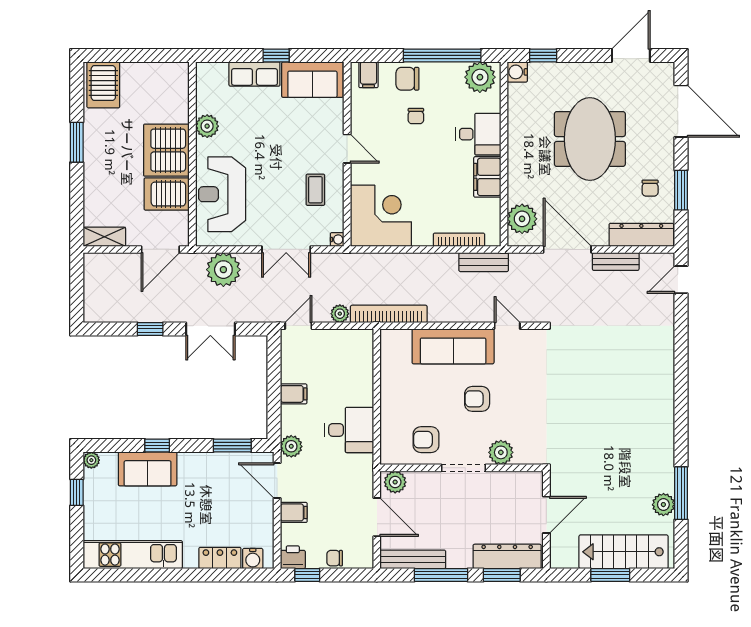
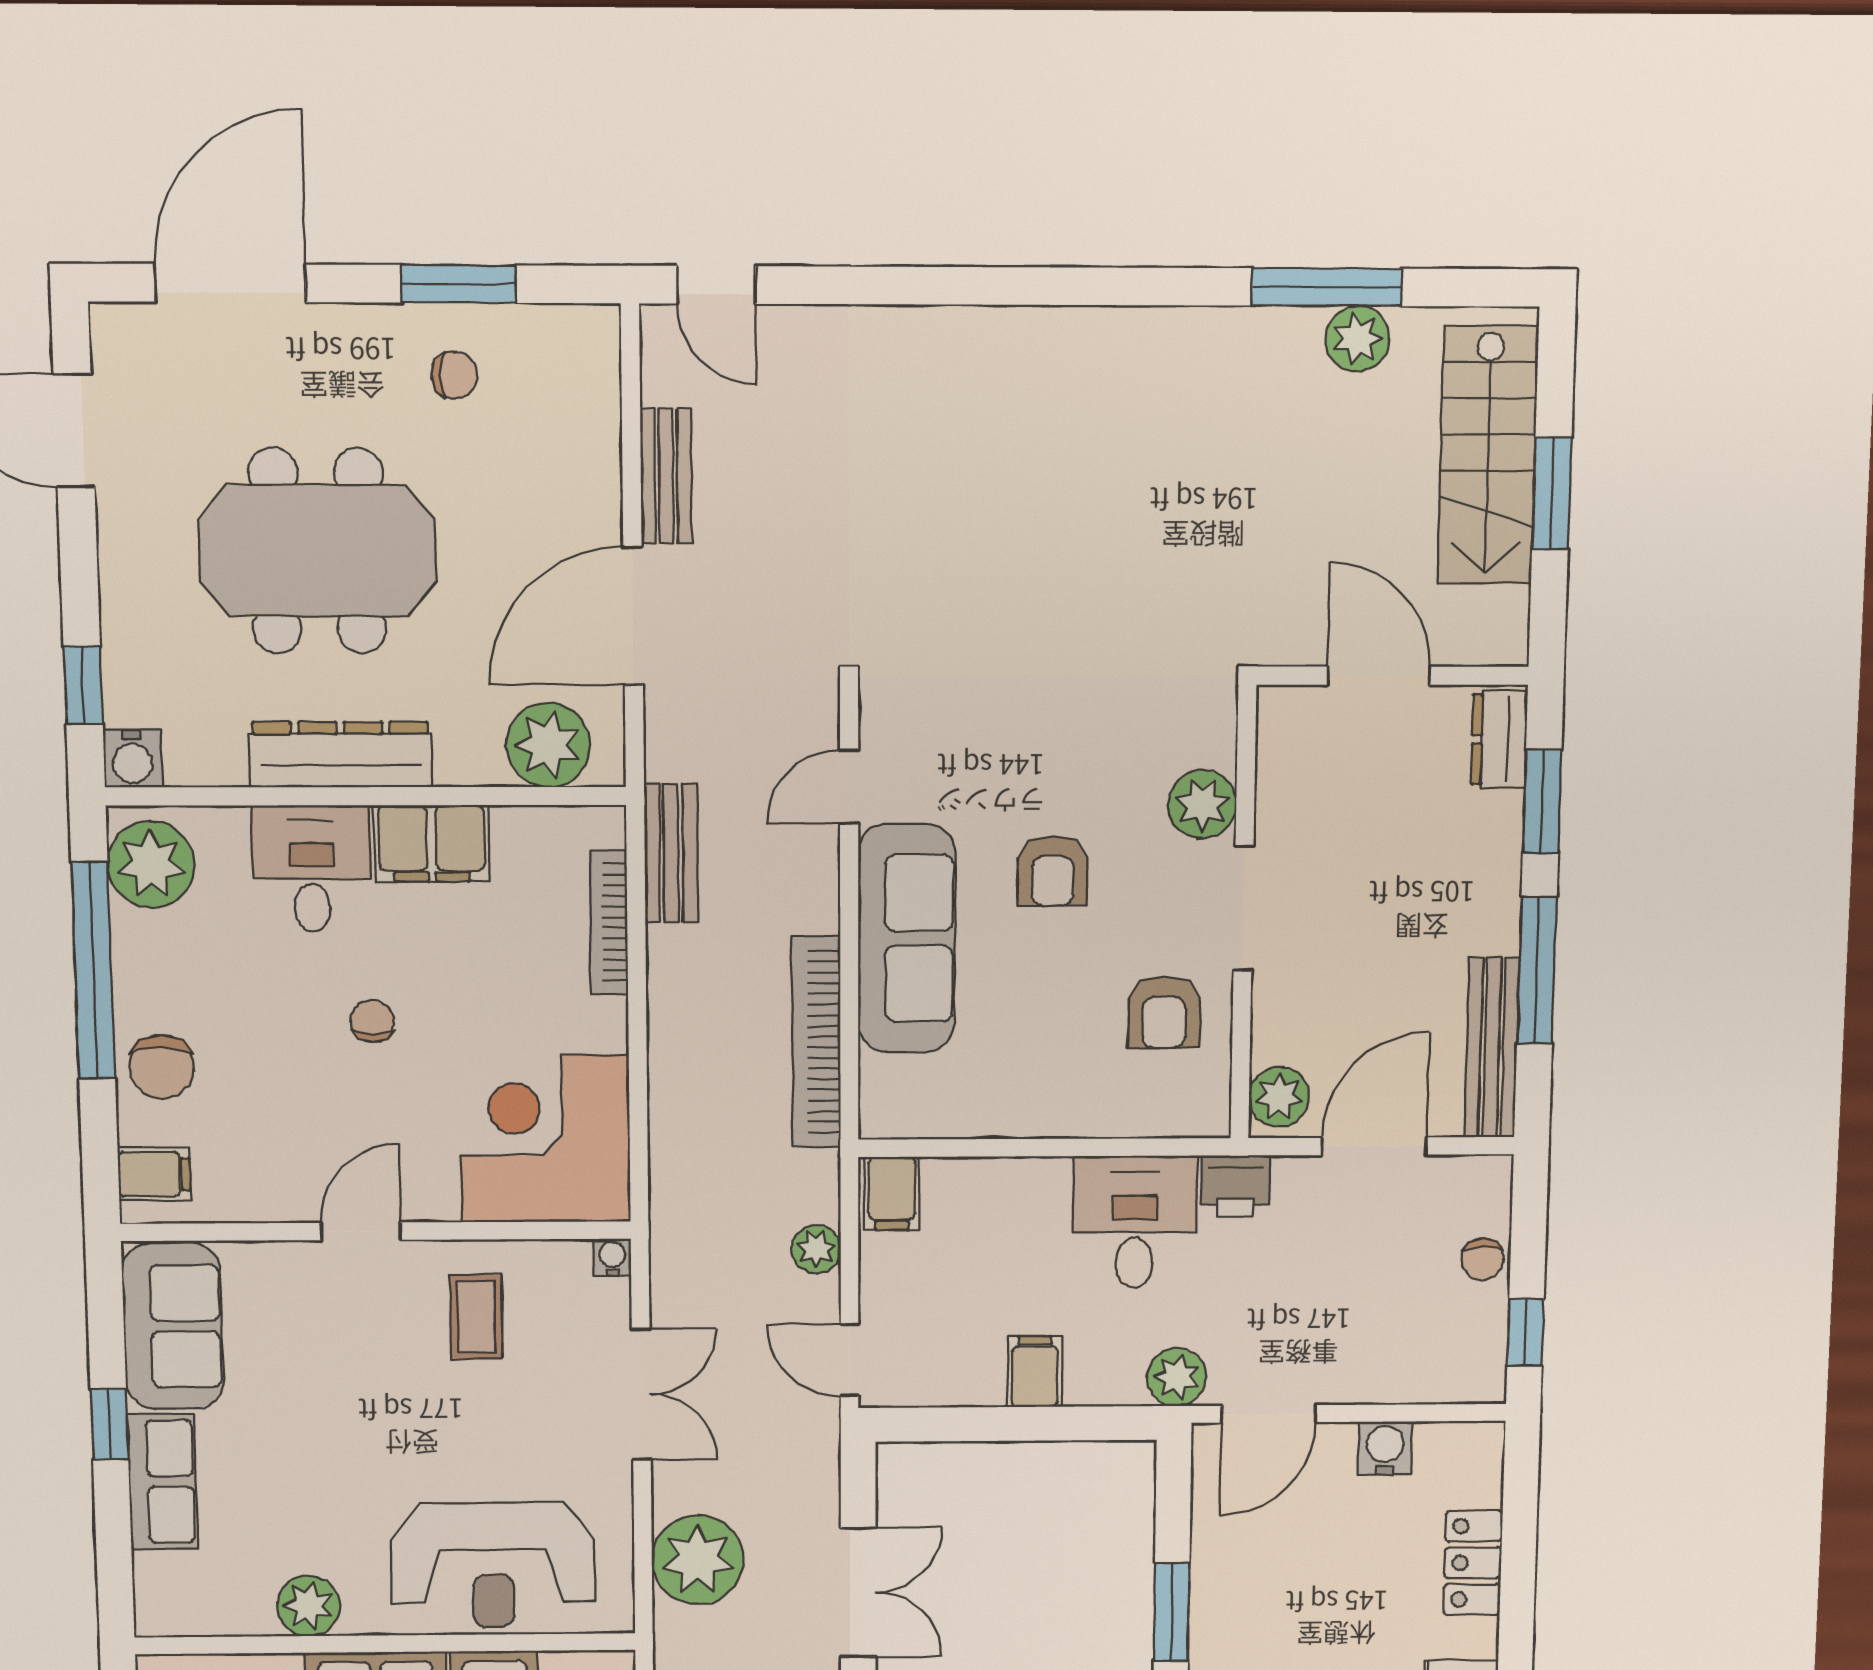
chair: (416, 116) -> (372, 1021), moved, turned -90
coffee table: (315, 190) -> (476, 1317), turned 90
dresser: (641, 235) -> (341, 755), moved, turned 90
bookcase: (389, 314) -> (816, 1042), moved
window: (232, 446) -> (1171, 1612), moved
filing cabinet: (294, 512) -> (892, 1193), moved, turned 180
dresser: (507, 556) -> (1499, 739), width x0.51, depth x0.80
printer: (293, 557) -> (1236, 1186), moved, turned -90
water cooler: (253, 558) -> (1385, 1448), moved, turned -90

